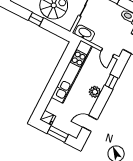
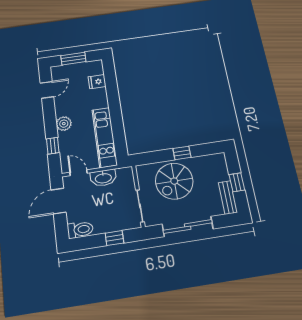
washbasin: (85, 33) -> (103, 178), moved
kitchen unit: (72, 72) -> (105, 137), width x0.73
fridge: (48, 118) -> (97, 82), moved

